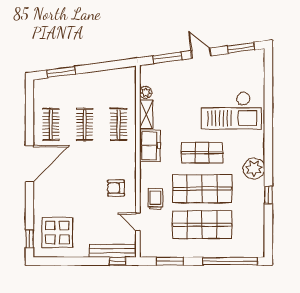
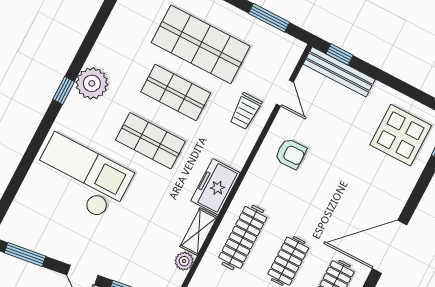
clothes rail: (118, 124) -> (243, 237), width x1.36
shop shelf: (202, 189) -> (176, 93), width x0.70, depth x0.74
window: (268, 195) -> (64, 90), moved

